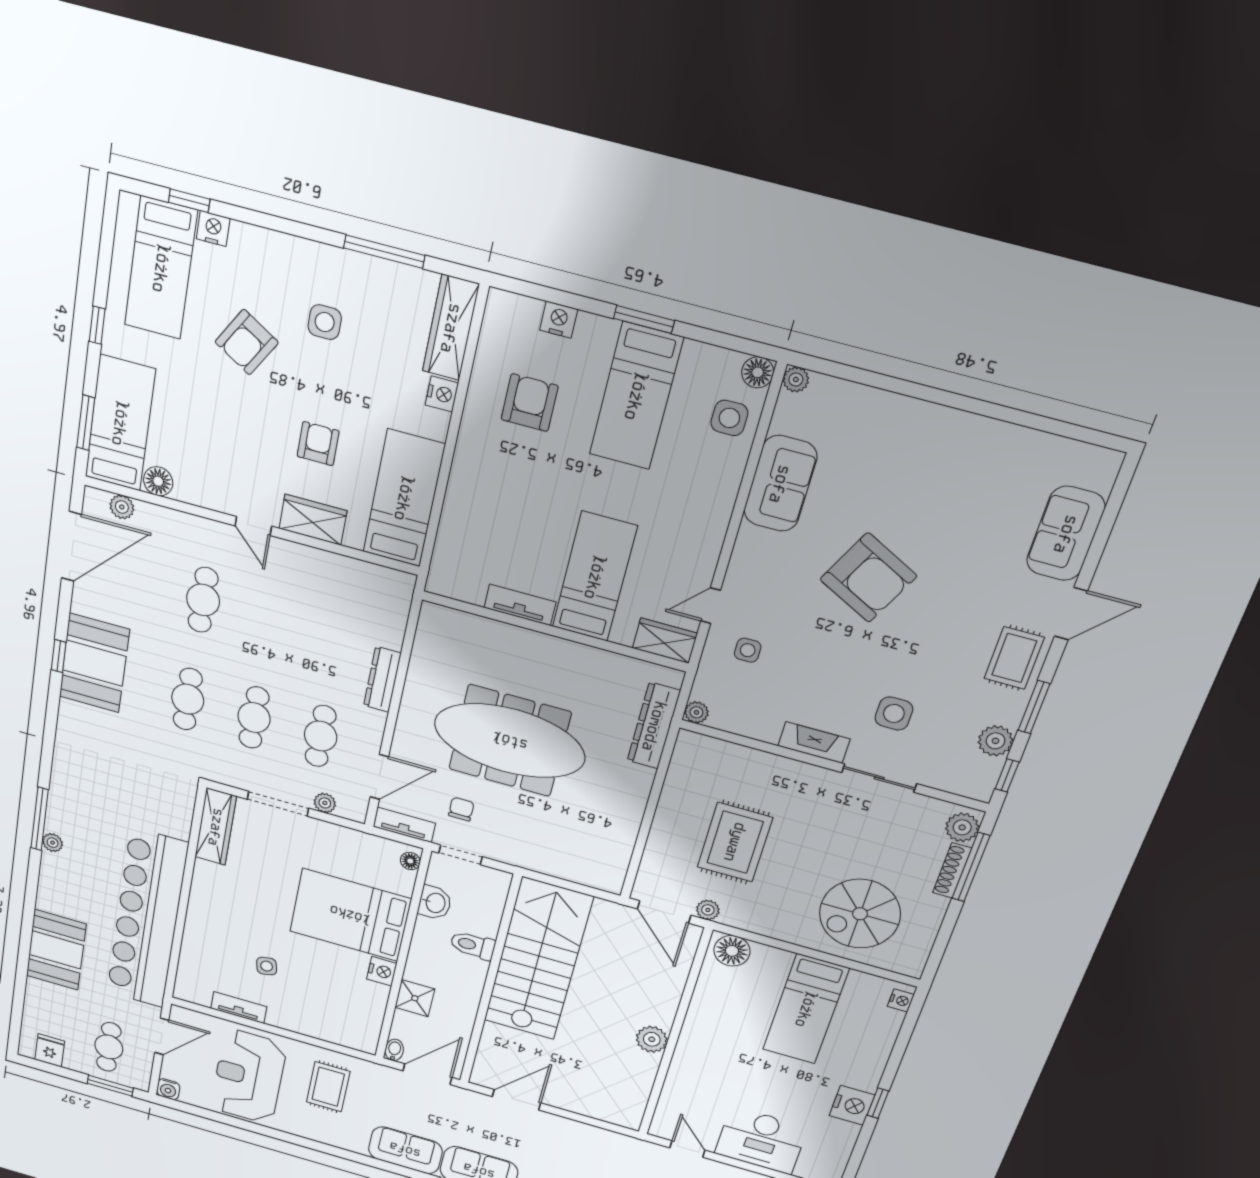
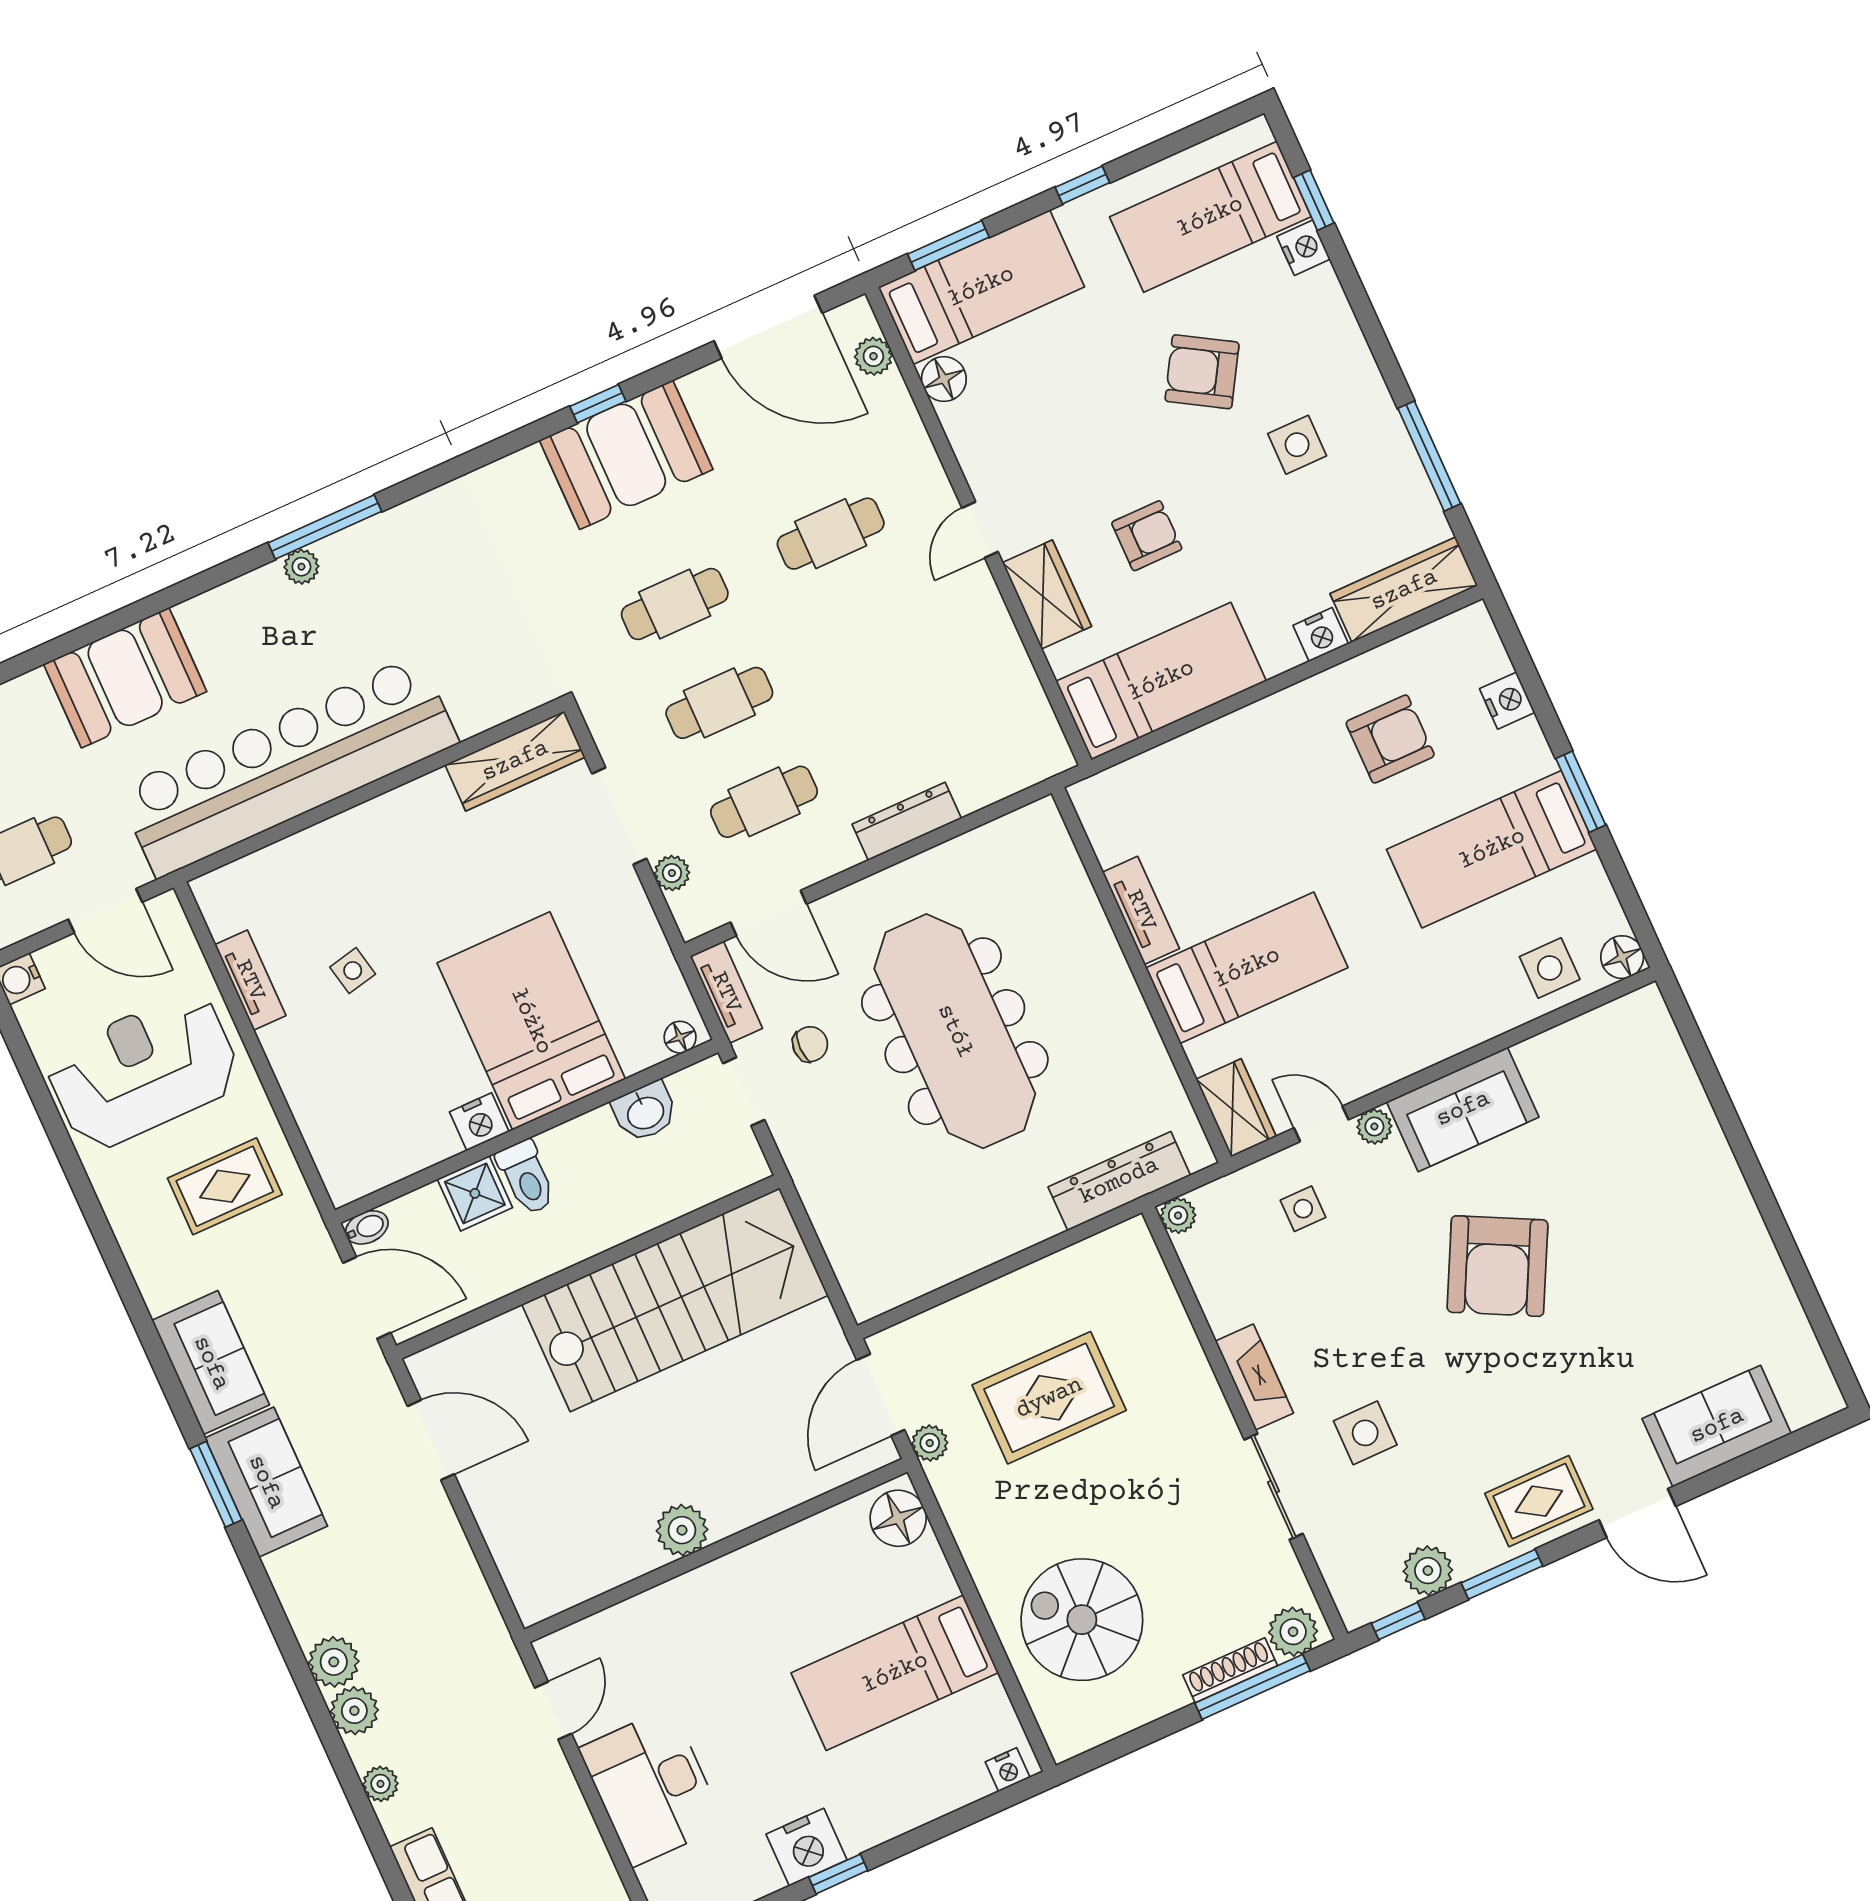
plant: (796, 379) -> (1374, 1127), moved
sofa: (780, 484) -> (1463, 1109), moved
toilet: (473, 945) -> (526, 1177), moved, turned 180

